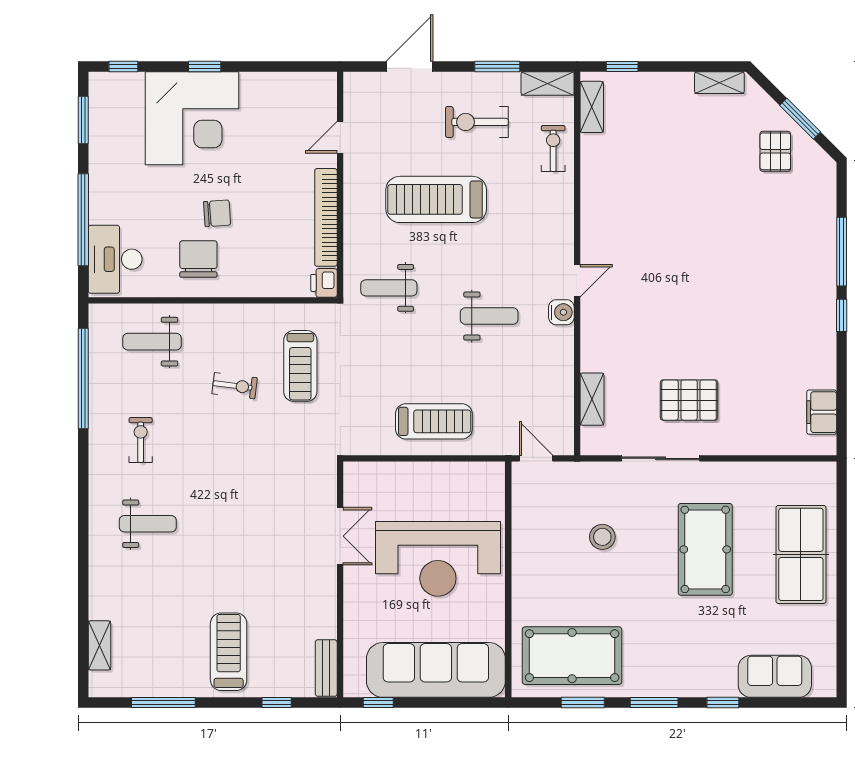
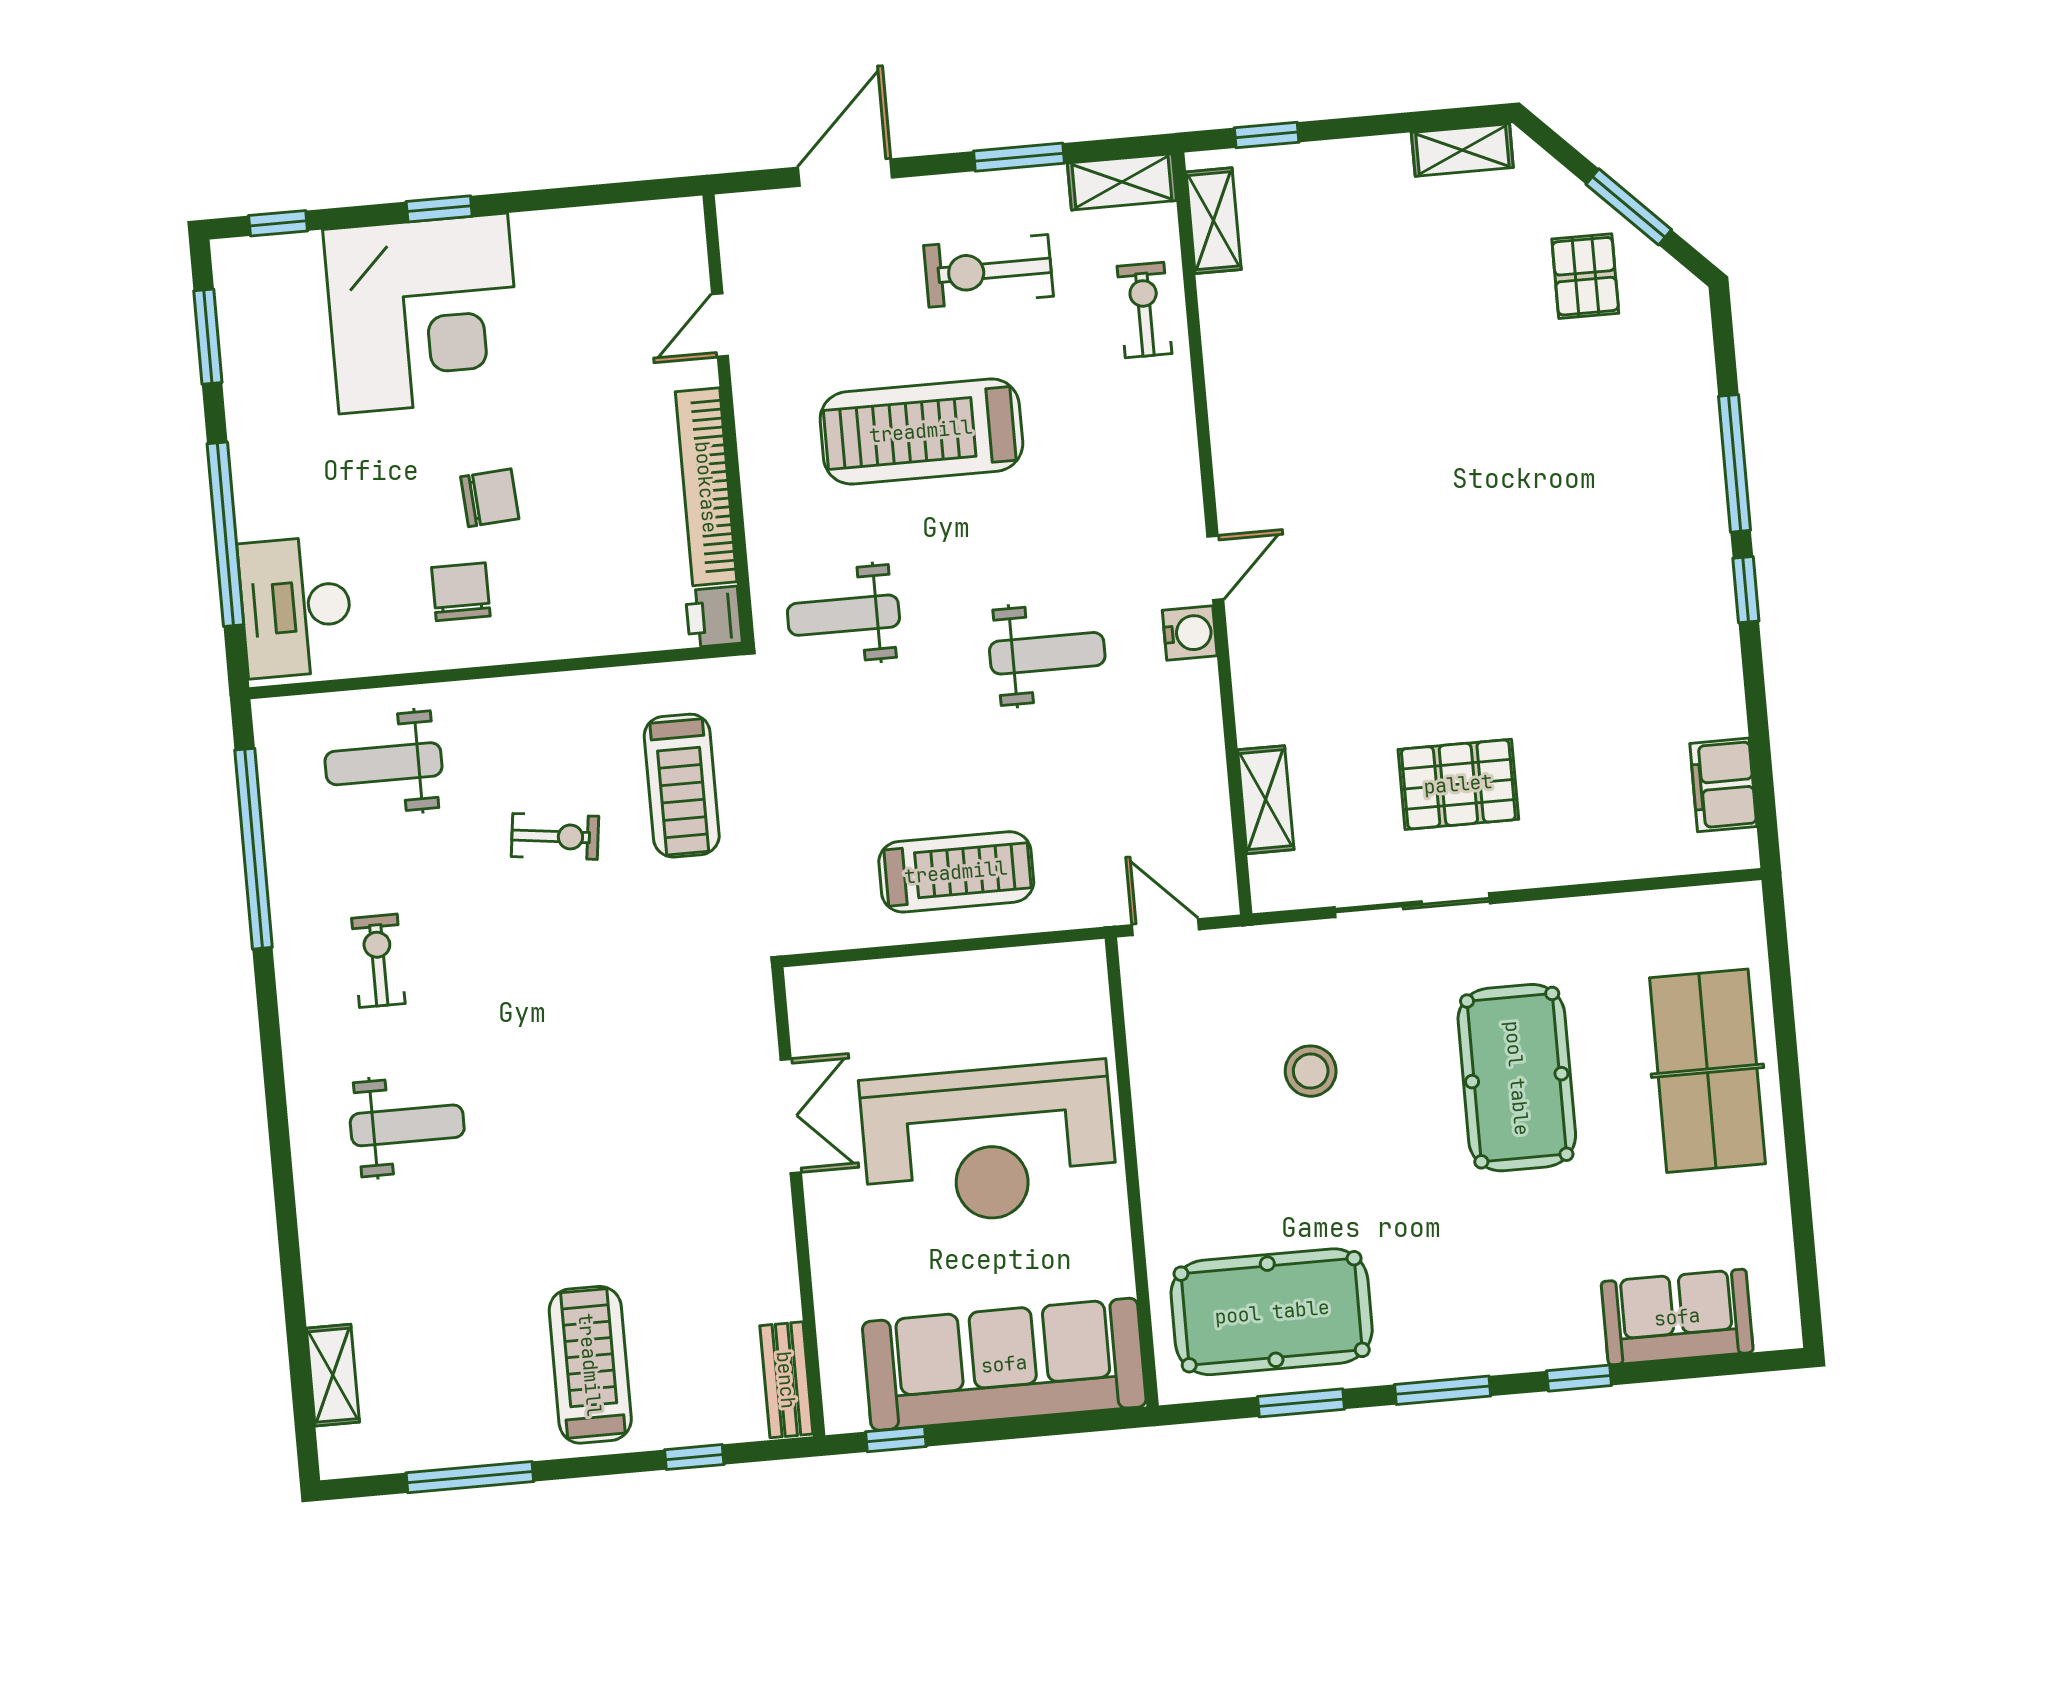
chair: (198, 259) -> (461, 592), width x0.73, depth x0.73

